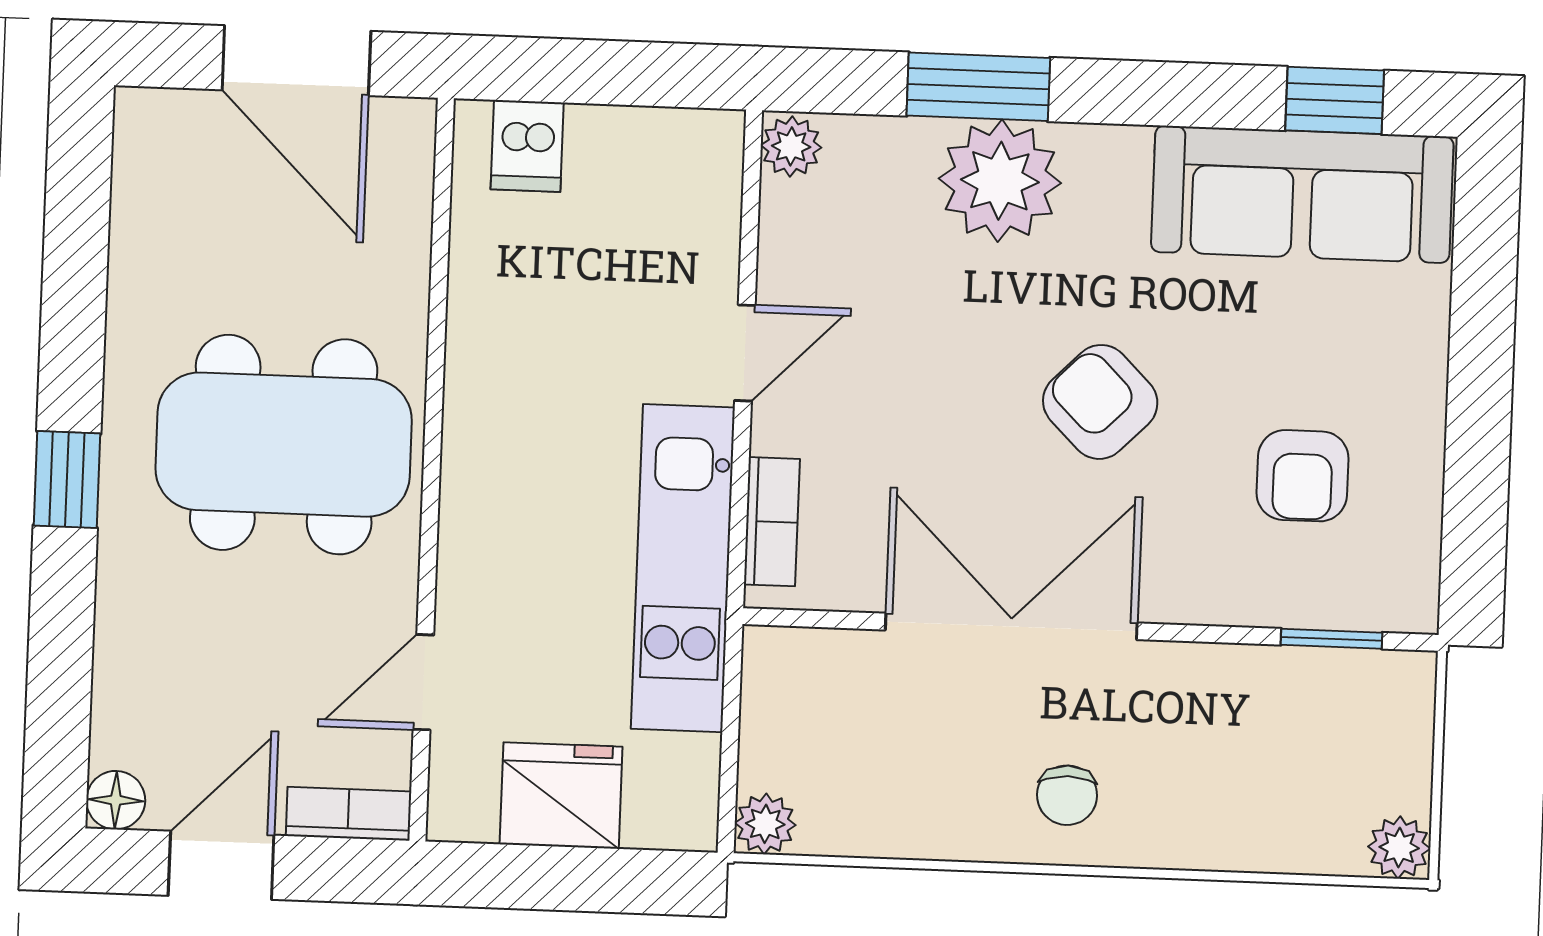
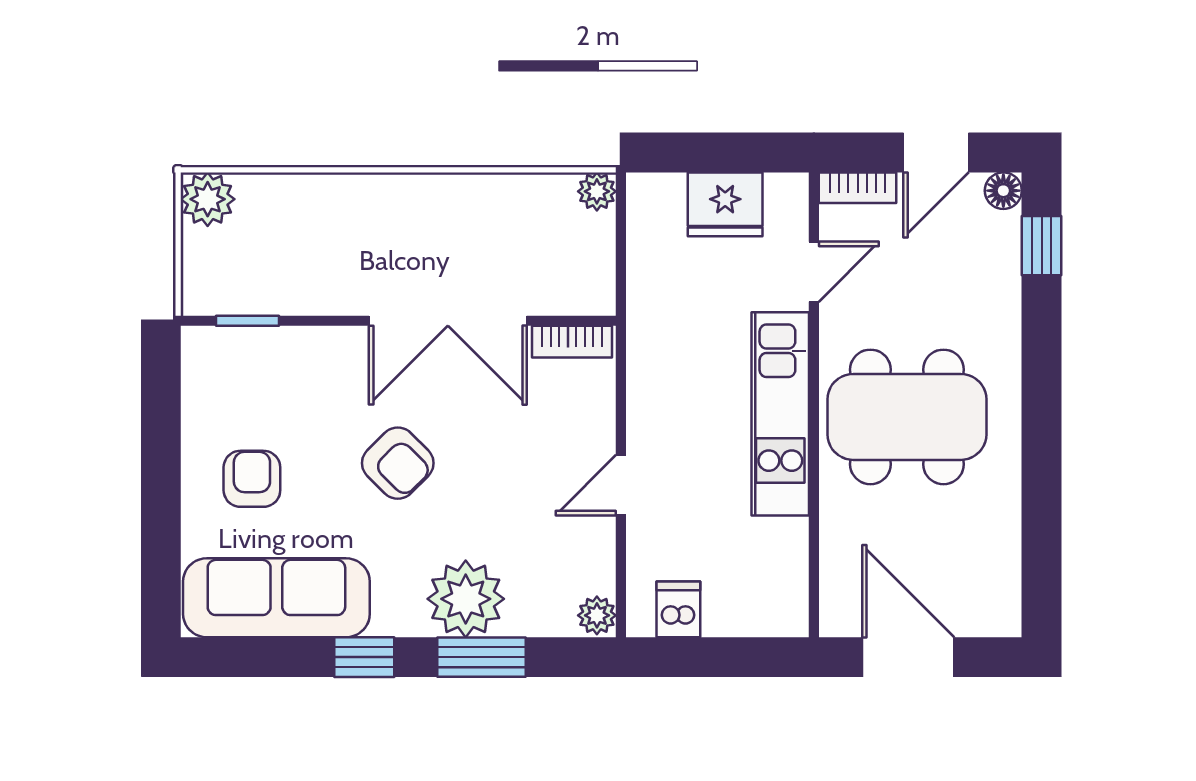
window: (1335, 100) -> (364, 657), moved
dishwasher: (527, 146) -> (678, 609), moved
armchair: (1302, 476) -> (252, 479), moved
window: (67, 479) -> (1042, 246), moved
bookcase: (772, 522) -> (572, 342), moved, turned -90
kitchen unit: (683, 568) -> (780, 414), moved, turned 180
chair: (1067, 795) -> (409, 217), removed
plant: (1399, 848) -> (208, 199), width x1.38, depth x1.38

